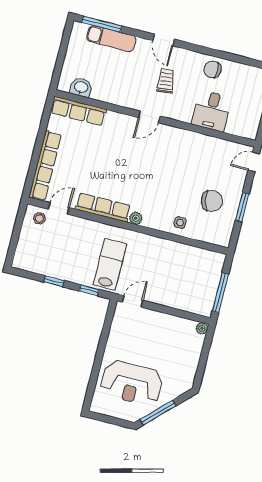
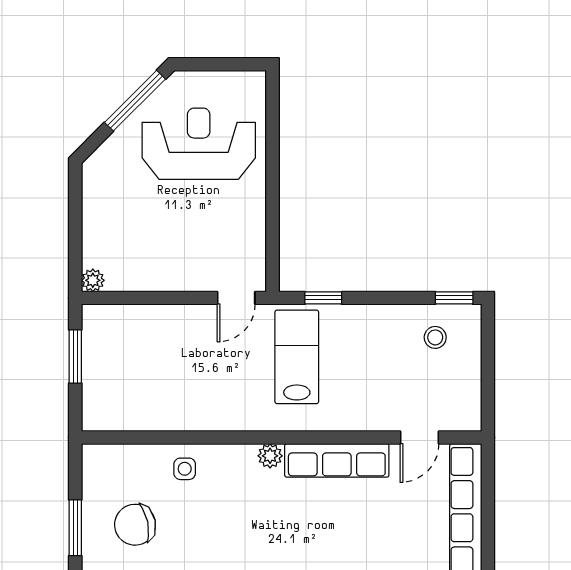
stool: (39, 218) -> (435, 337), moved
lab bench: (110, 264) -> (297, 357), turned 180
window: (54, 281) -> (454, 298), moved
window: (220, 293) -> (75, 356), width x0.69

